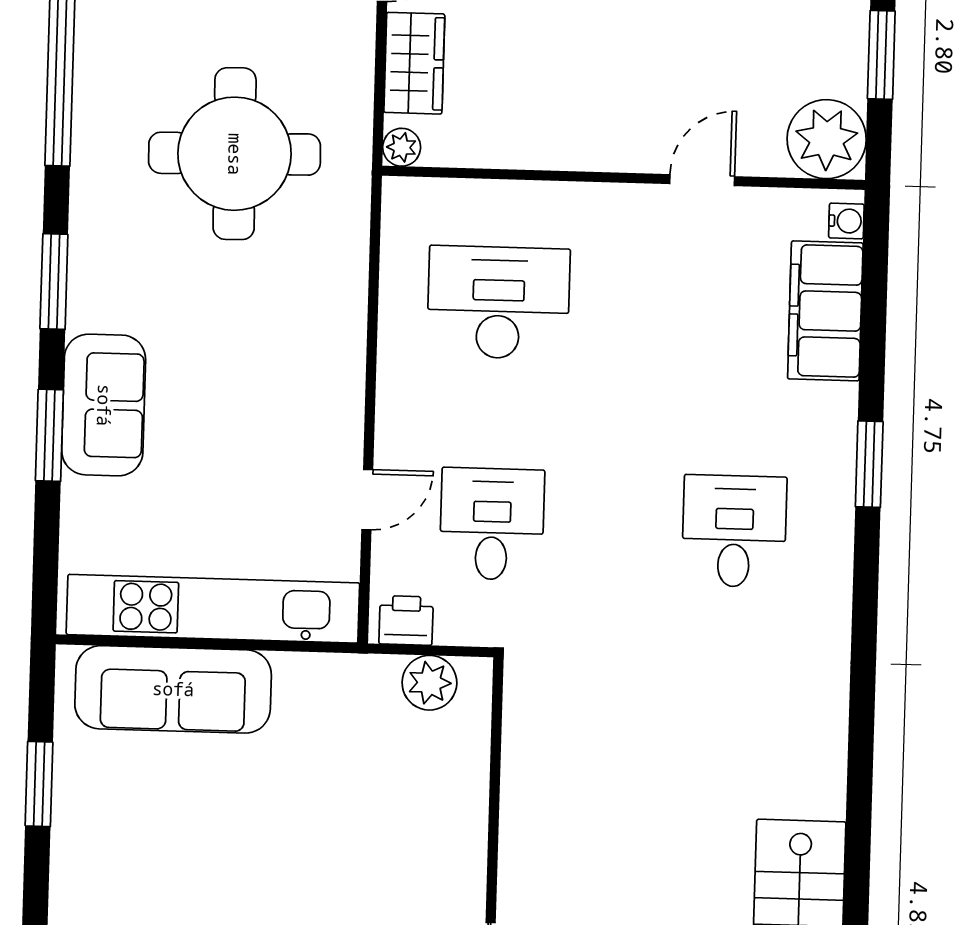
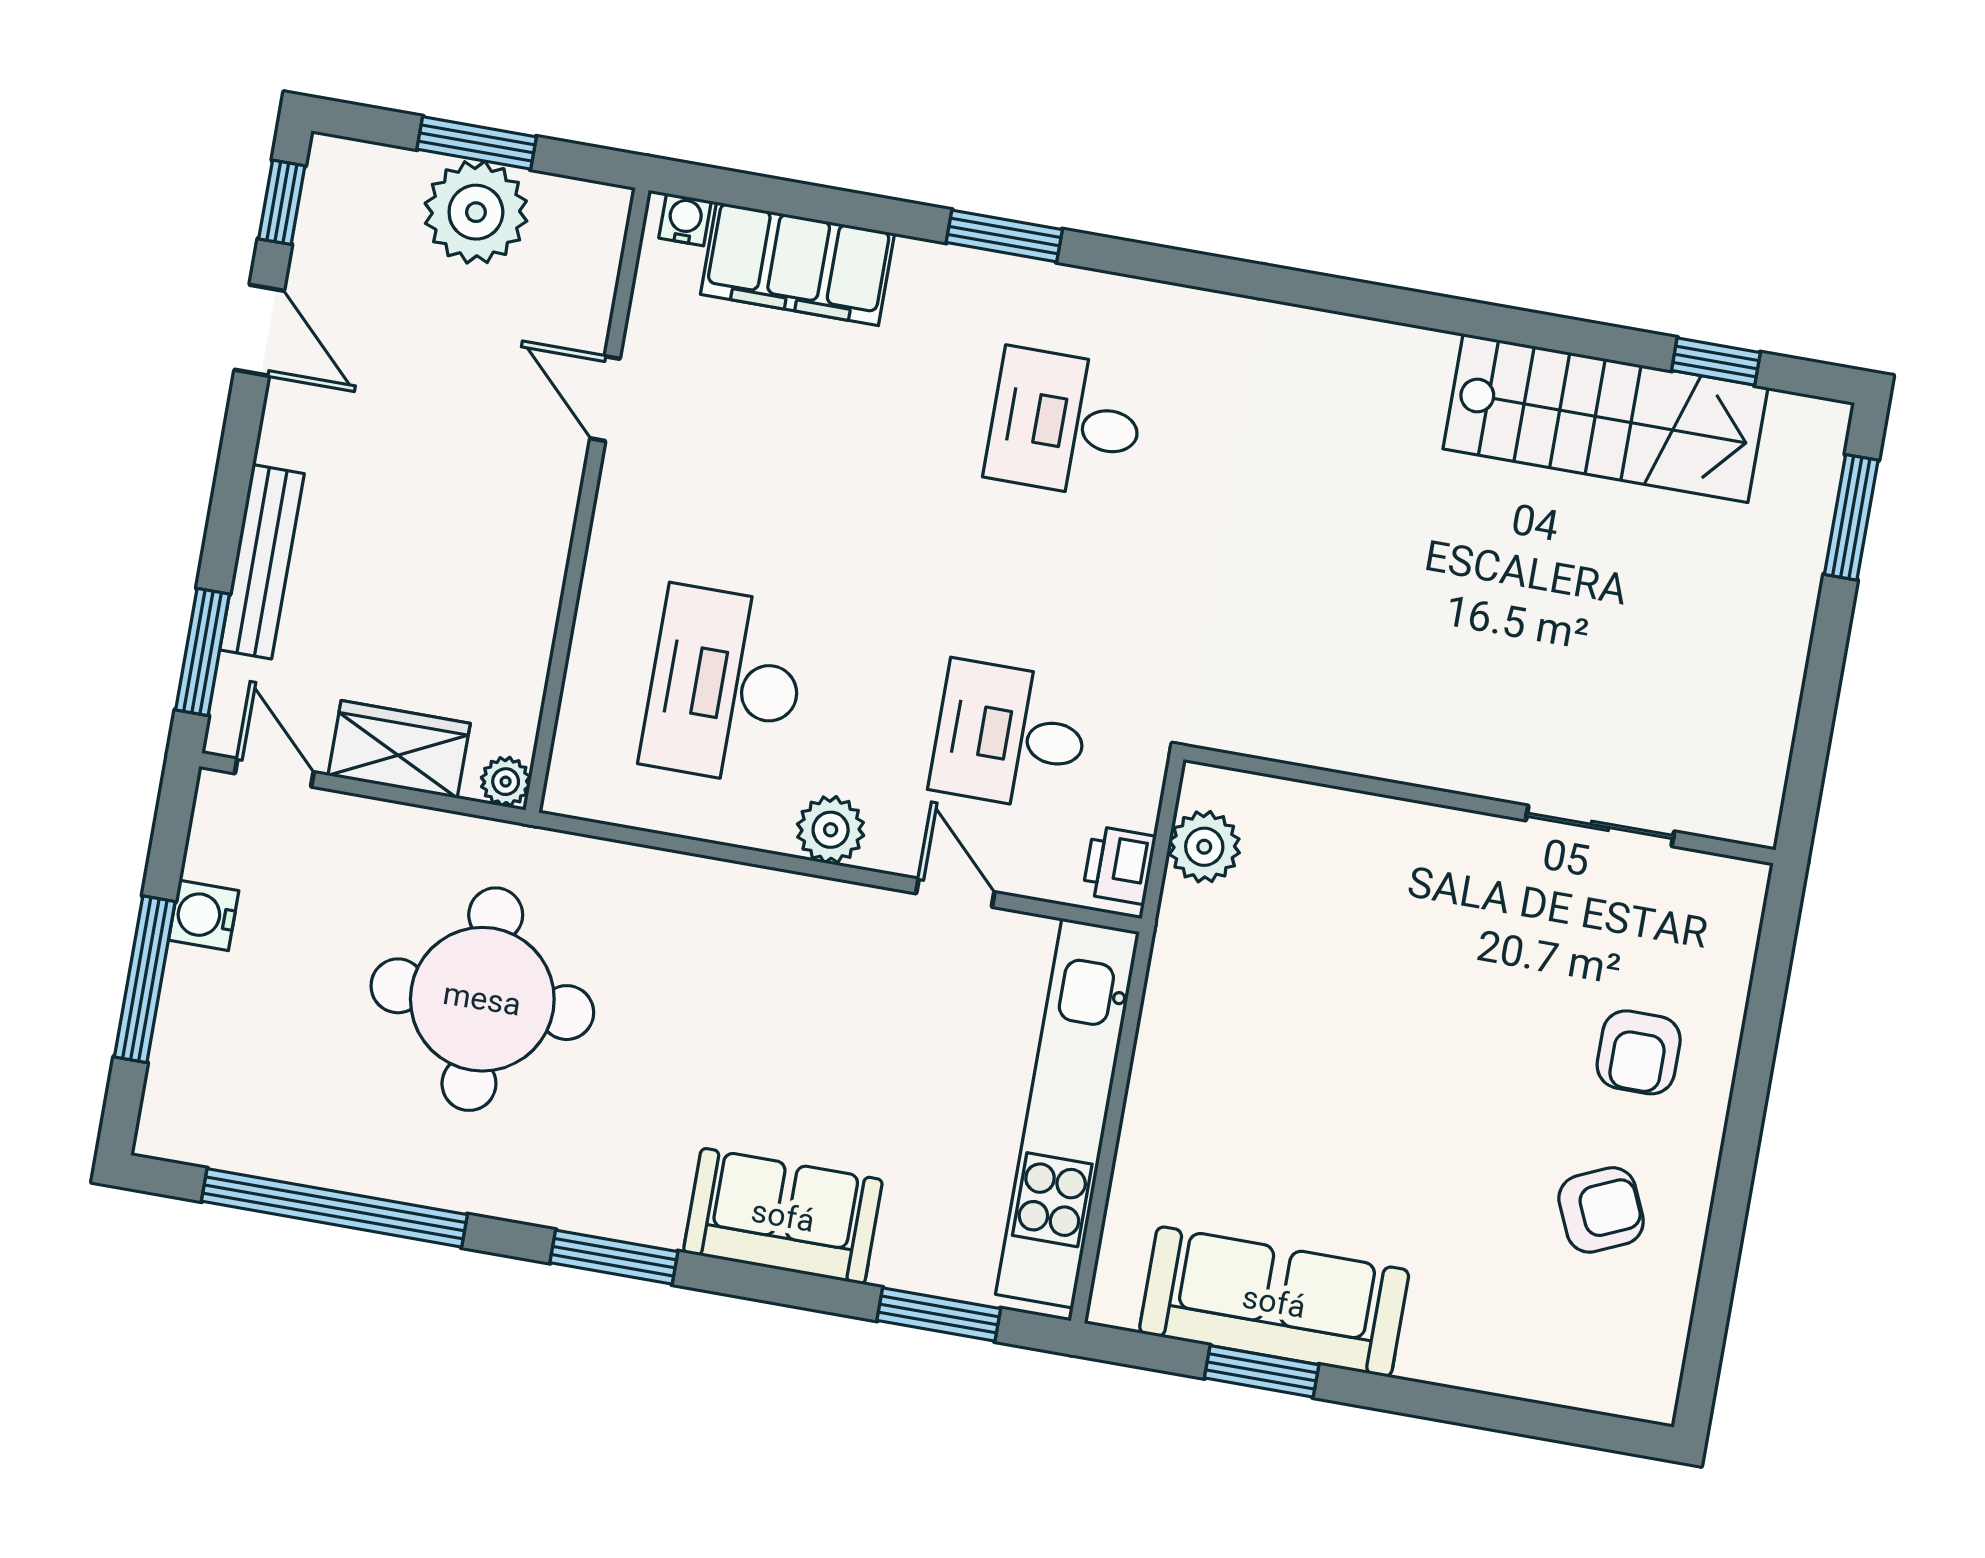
plant: (827, 139) -> (476, 212), moved
plant: (401, 398) -> (831, 830), added
window: (49, 435) -> (939, 1314), moved
sofa: (173, 689) -> (1274, 1302), moved, turned -90

